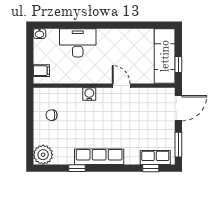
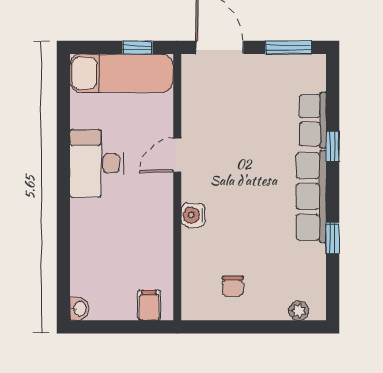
desk: (78, 43) -> (97, 163), moved
plant: (43, 155) -> (299, 311), width x0.53, depth x0.53
row of seats: (155, 158) -> (313, 120), moved
window: (151, 168) -> (333, 147), moved

